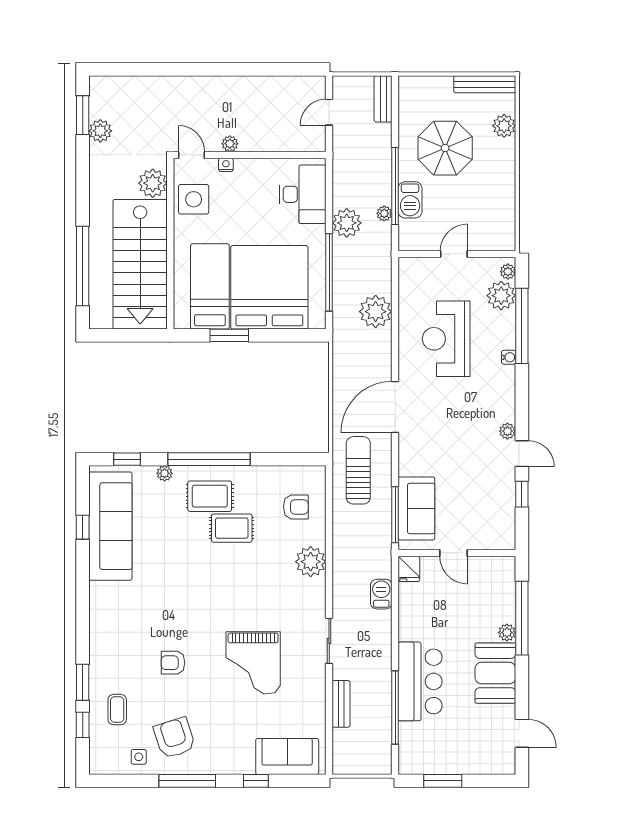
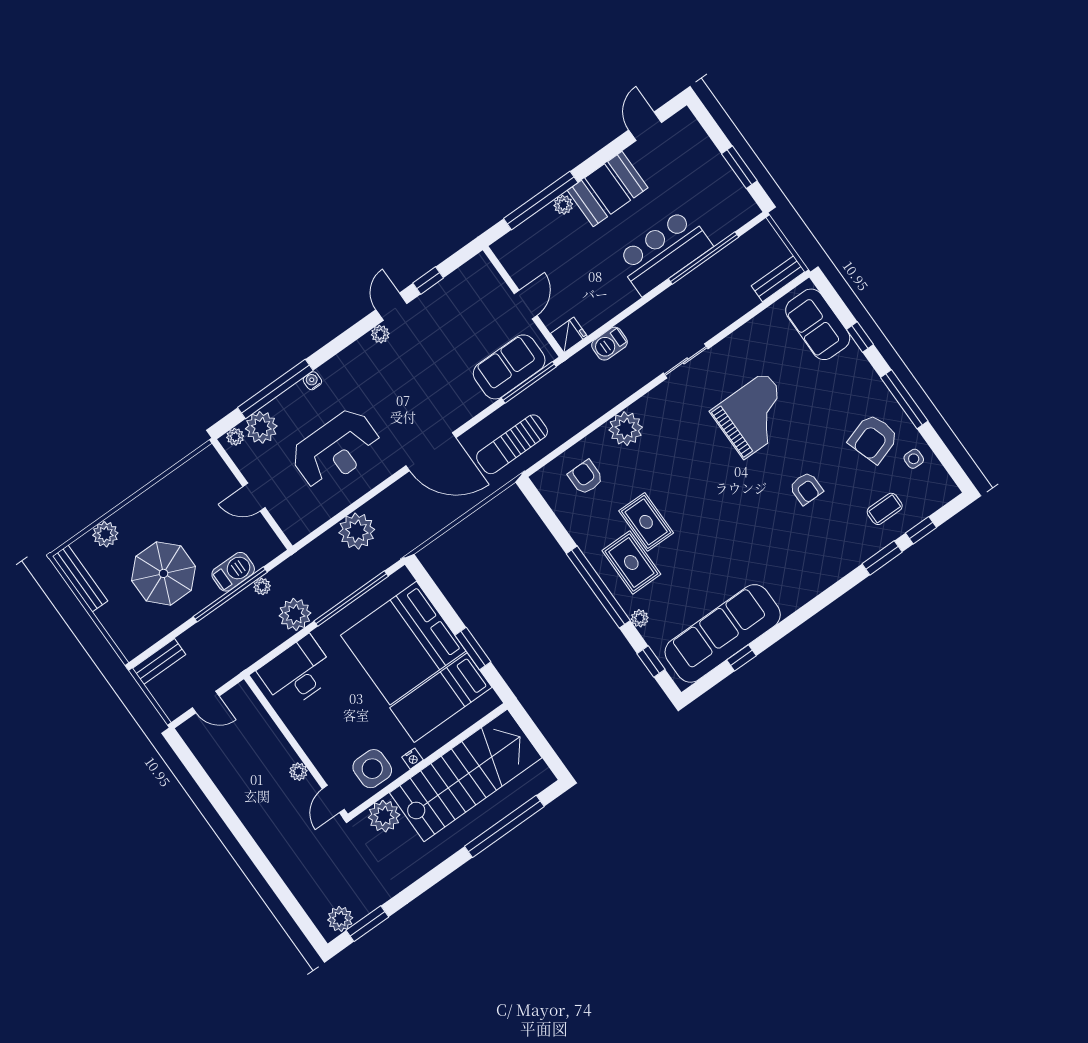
plant: (100, 131) -> (340, 919), moved
nightstand: (226, 165) -> (412, 759), moved, turned -90
bench: (341, 704) -> (778, 279), moved

